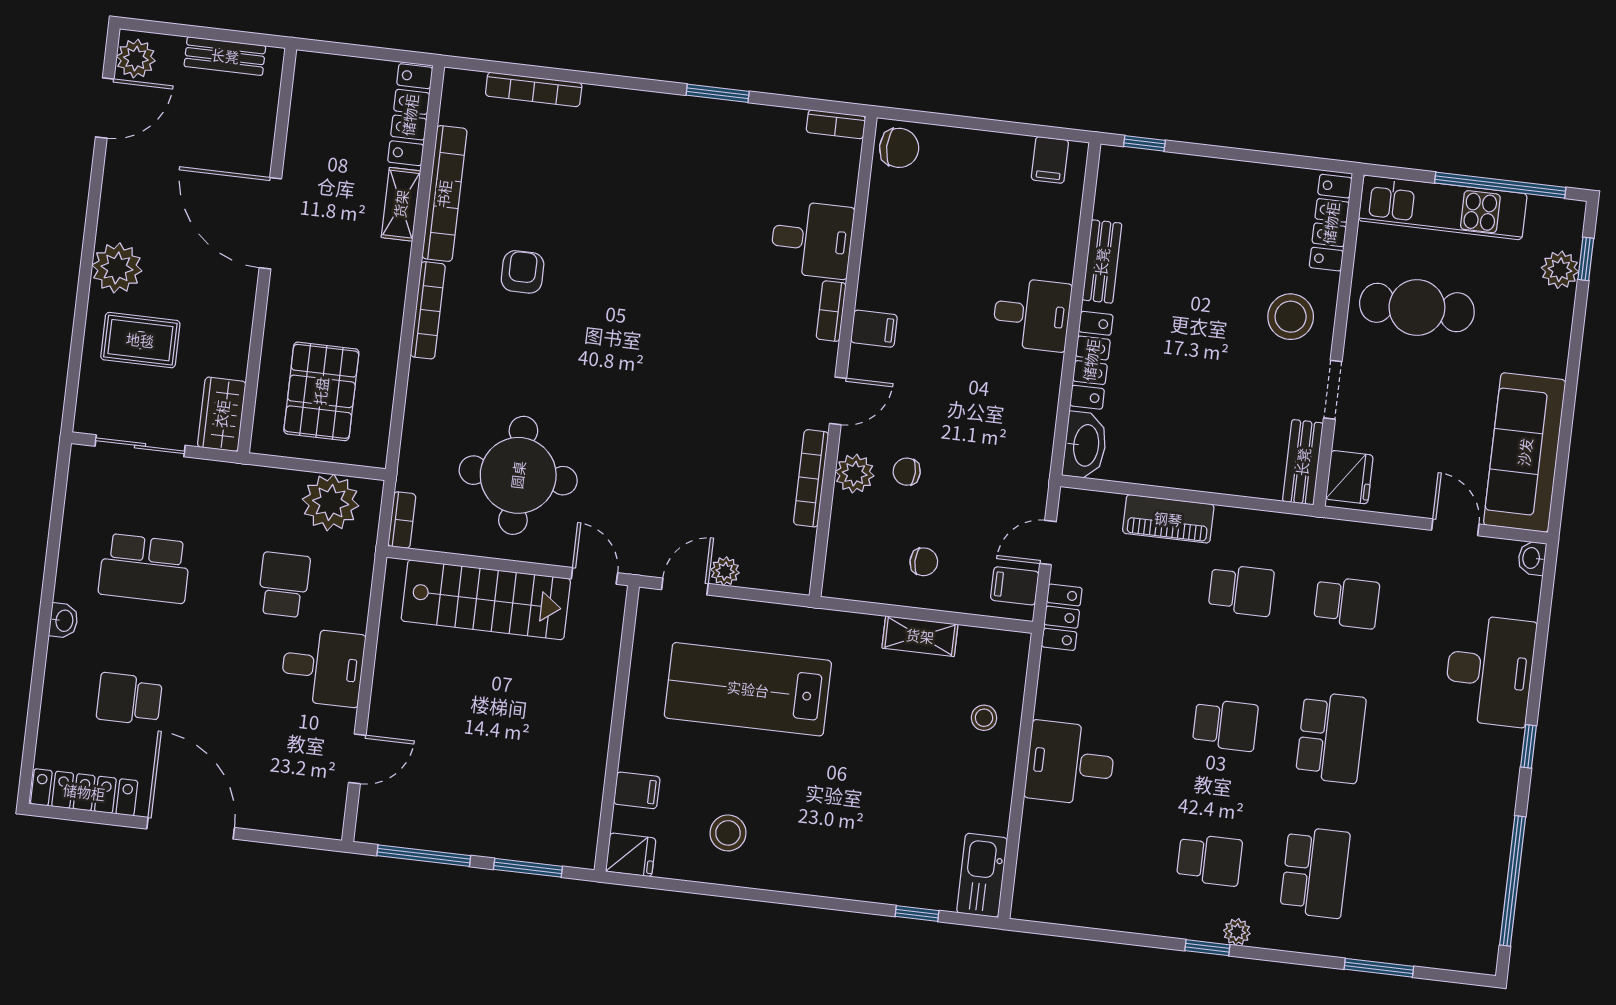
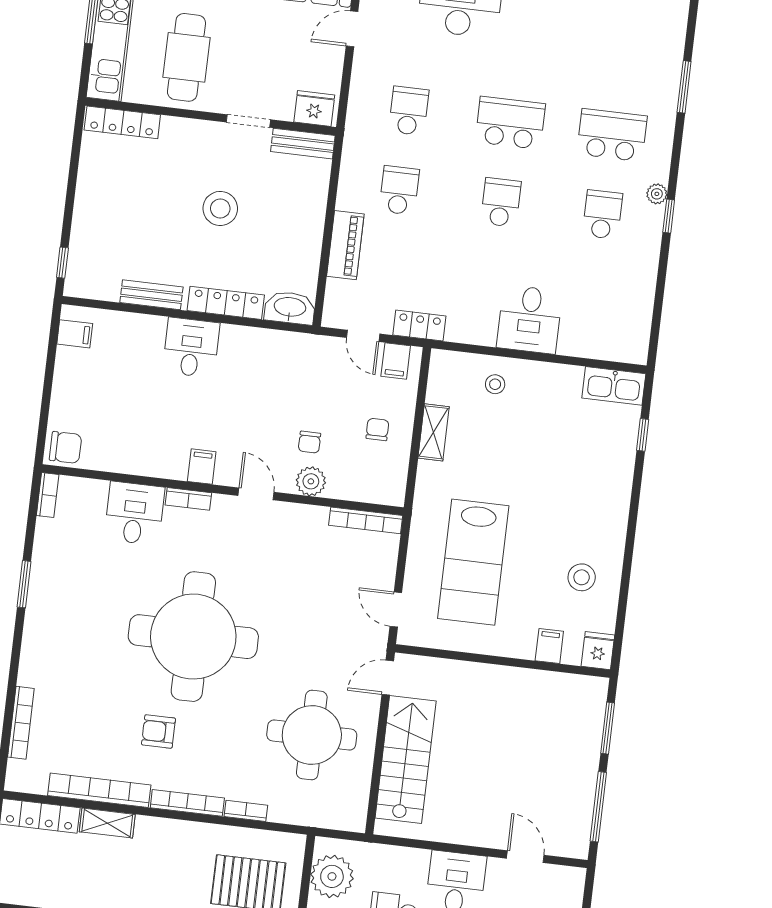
chair: (899, 148) -> (65, 447), turned 90
stool: (1291, 317) -> (220, 208), moved
round table: (648, 318) -> (193, 637), added
bookcase: (811, 478) -> (366, 520), moved
bookcase: (402, 520) -> (246, 811), moved
plant: (725, 571) -> (384, 579), removed

